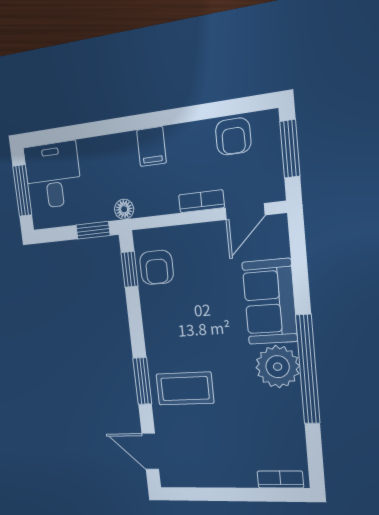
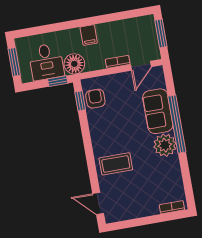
armchair: (233, 136) -> (132, 28), removed
desk: (53, 175) -> (46, 62), moved, turned 180
floor lamp: (124, 209) -> (74, 64), width x1.89, depth x1.89
armchair: (157, 267) -> (95, 99), turned 180
window: (308, 369) -> (177, 124), moved
window: (142, 381) -> (91, 163), removed

